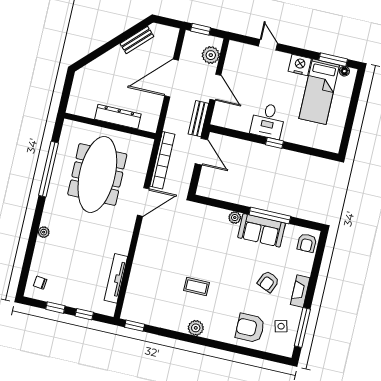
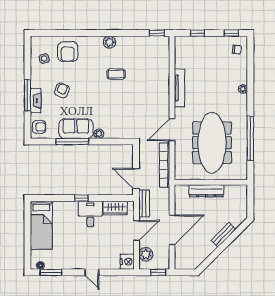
bench: (137, 40) -> (223, 235), moved
door: (268, 45) -> (92, 272), moved
nightstand: (300, 65) -> (127, 262), moved, turned -90
door: (215, 87) -> (137, 230), swing flipped
bed: (319, 92) -> (41, 225), moved, turned 180
wardrobe: (236, 121) -> (115, 208), added
armchair: (307, 243) -> (39, 127), turned 90
tv unit: (116, 278) -> (179, 88), moved
fireplace: (300, 291) -> (36, 101), moved
window: (55, 308) -> (231, 33), moved
window: (302, 327) -> (28, 95), moved
armchair: (250, 328) -> (68, 52), turned 90

